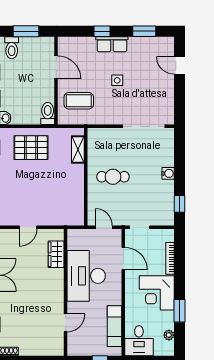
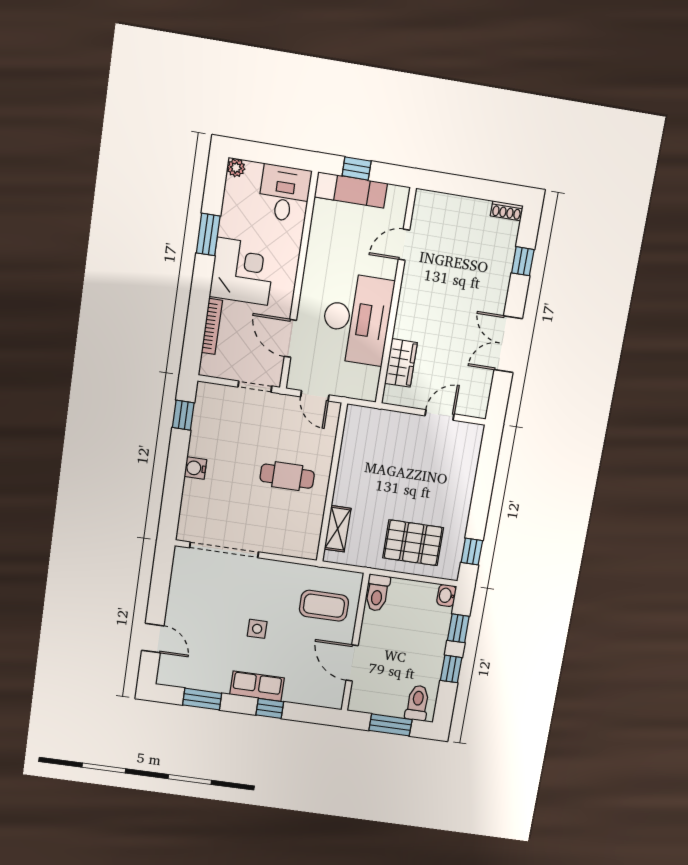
exam couch: (114, 326) -> (351, 190), moved, turned 90
plant: (169, 335) -> (236, 168), moved

